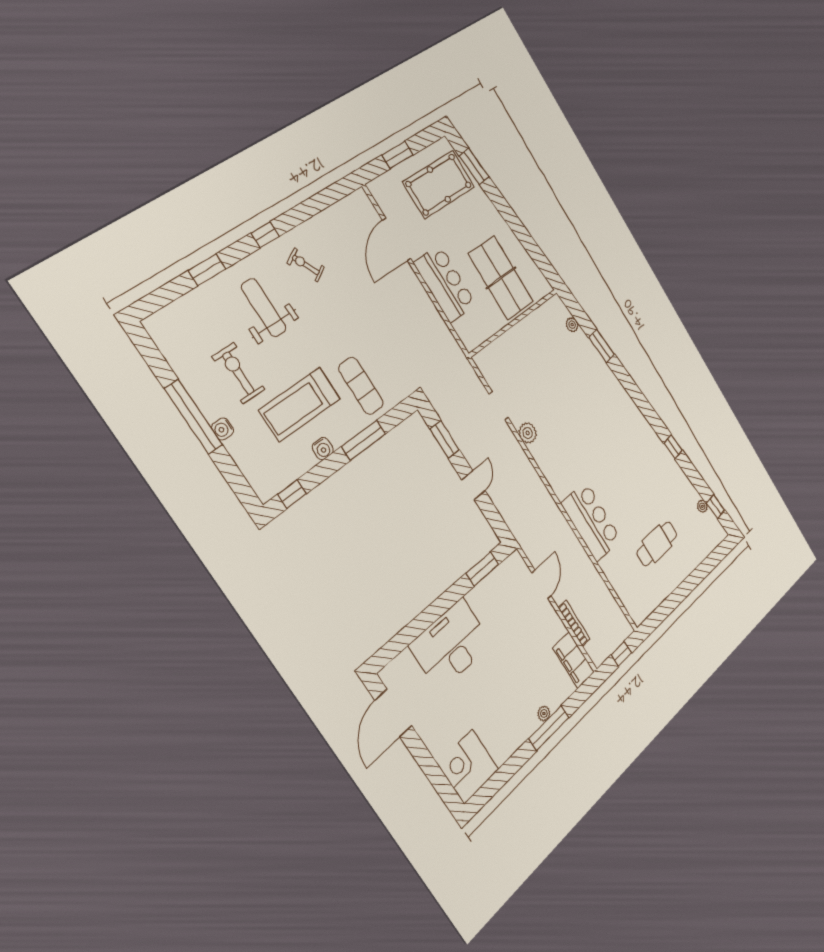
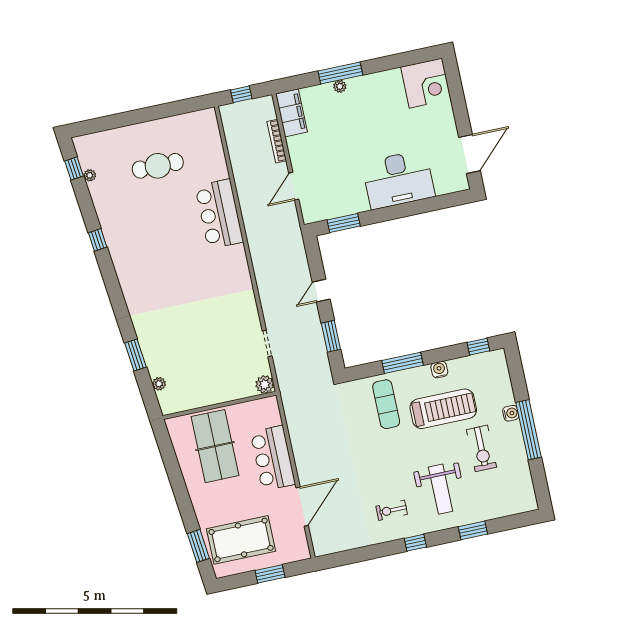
exercise bike: (306, 265) -> (392, 510), turned 119
plant: (528, 433) -> (265, 385), moved

